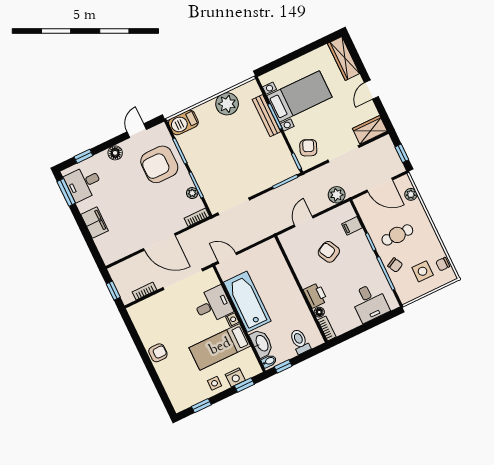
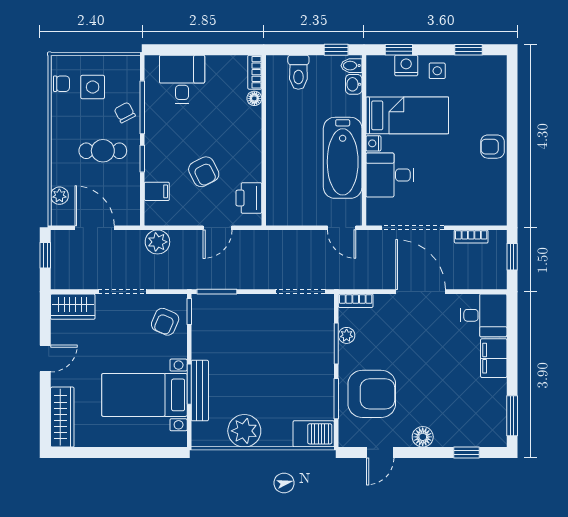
desk: (83, 183) -> (484, 315), moved
printer: (315, 295) -> (249, 198), moved
washbasin: (262, 343) -> (354, 84), width x0.52, depth x0.69

